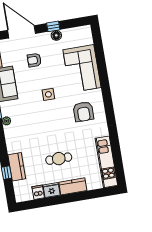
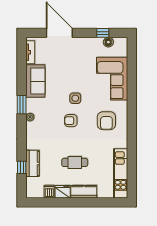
window: (53, 26) -> (103, 33), moved
floor lamp: (56, 35) -> (108, 42), moved
armchair: (34, 60) -> (71, 121), moved

